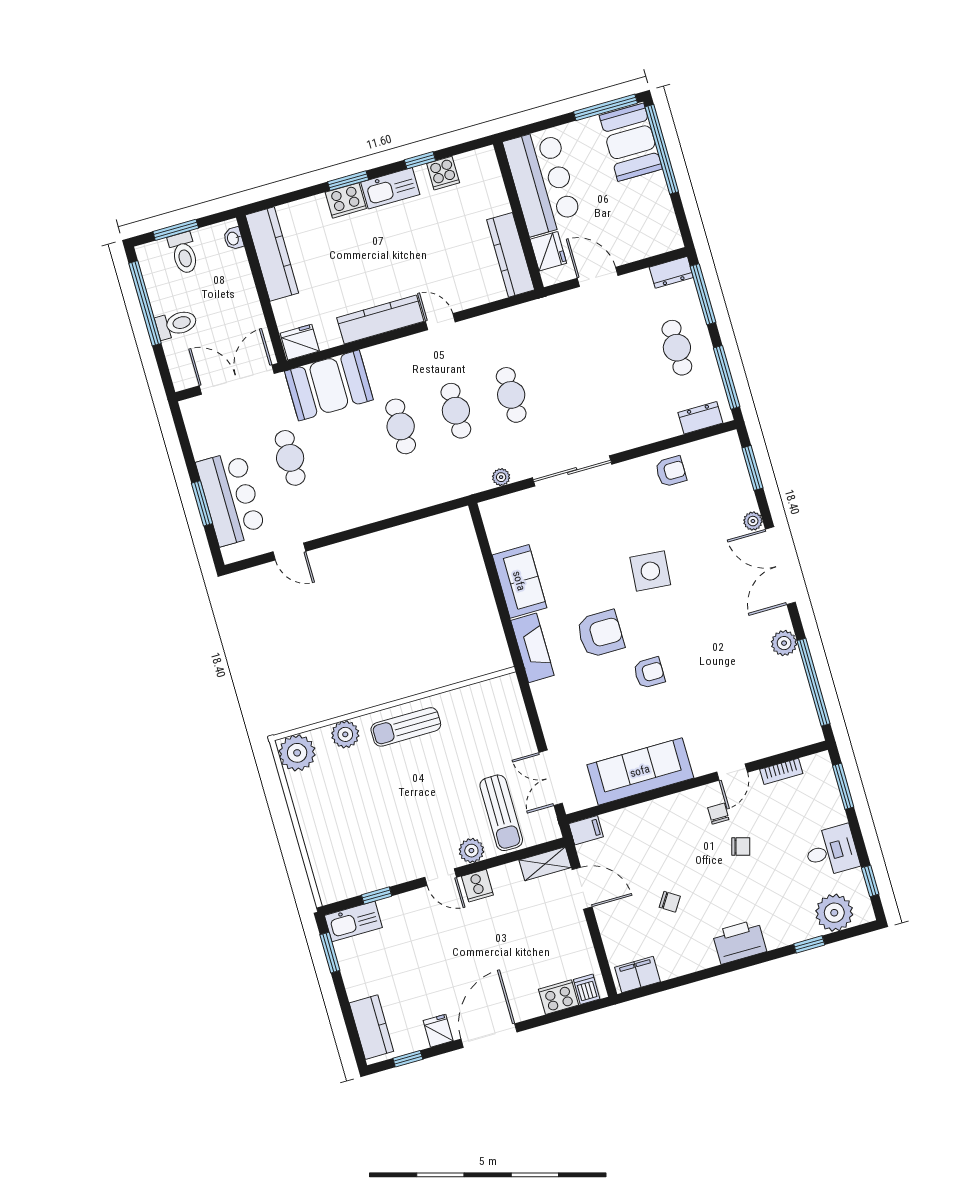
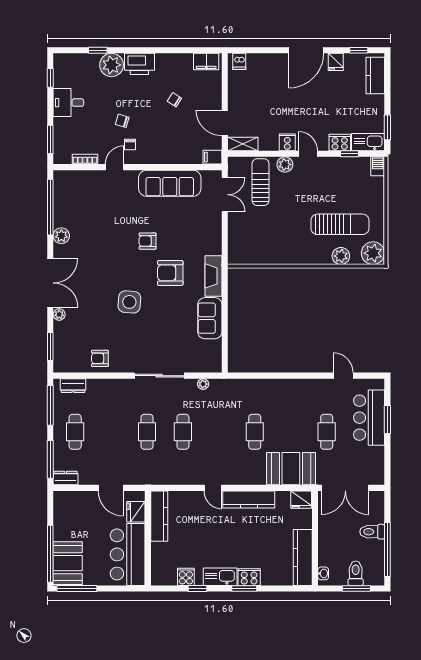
cafe table: (456, 411) -> (147, 432), moved
sun lounger: (406, 727) -> (340, 224), moved, width x1.36, depth x1.34
barbecue: (328, 889) -> (378, 166), added
plant: (834, 913) -> (112, 65), moved
cooker: (559, 997) -> (340, 142), moved, turned 180

